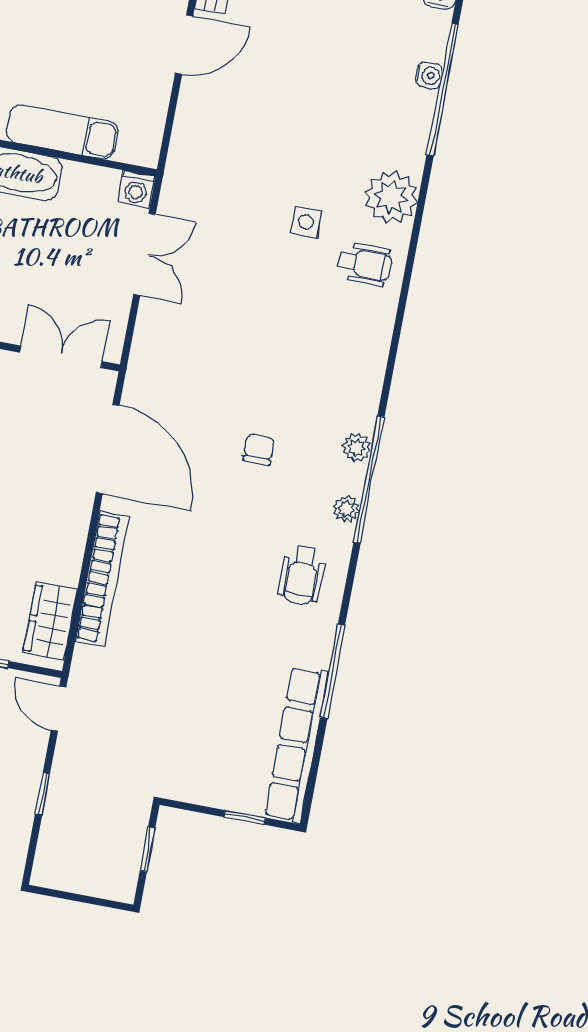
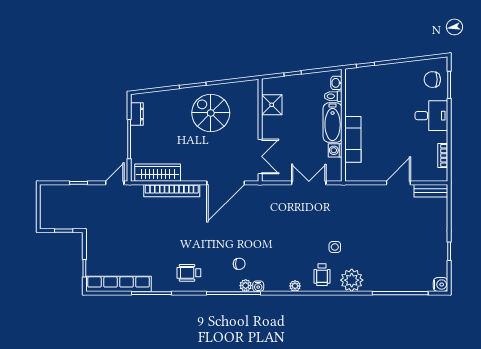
door: (184, 45) -> (398, 183), swing flipped
water cooler: (429, 75) -> (258, 286), moved
washing machine: (136, 189) -> (335, 150), moved
double door: (144, 254) -> (309, 183), swing flipped
chair: (259, 450) -> (239, 264), moved
plant: (346, 509) -> (295, 286), moved
wardrobe: (50, 621) -> (158, 173), width x1.50

